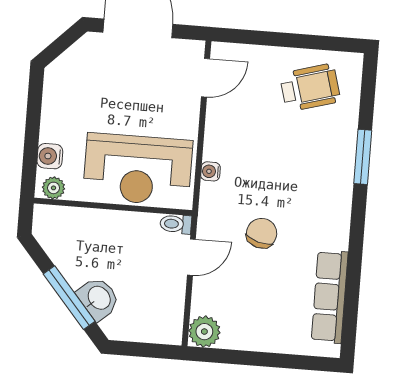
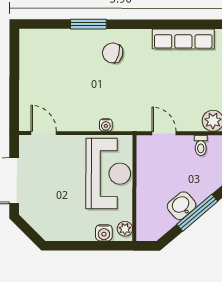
wheelchair: (310, 88) -> (45, 63), removed
toilet: (176, 224) -> (201, 145), moved
chair: (262, 233) -> (113, 53), moved
washbasin: (98, 298) -> (182, 206), moved

